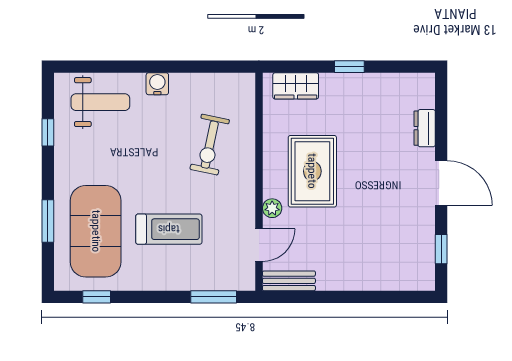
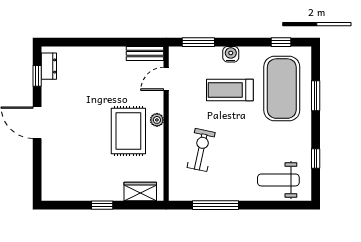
window: (189, 67) -> (215, 205), added
water cooler: (157, 84) -> (231, 54), moved, turned 180
dresser: (425, 128) -> (49, 66), moved
plant: (272, 208) -> (157, 120), moved

